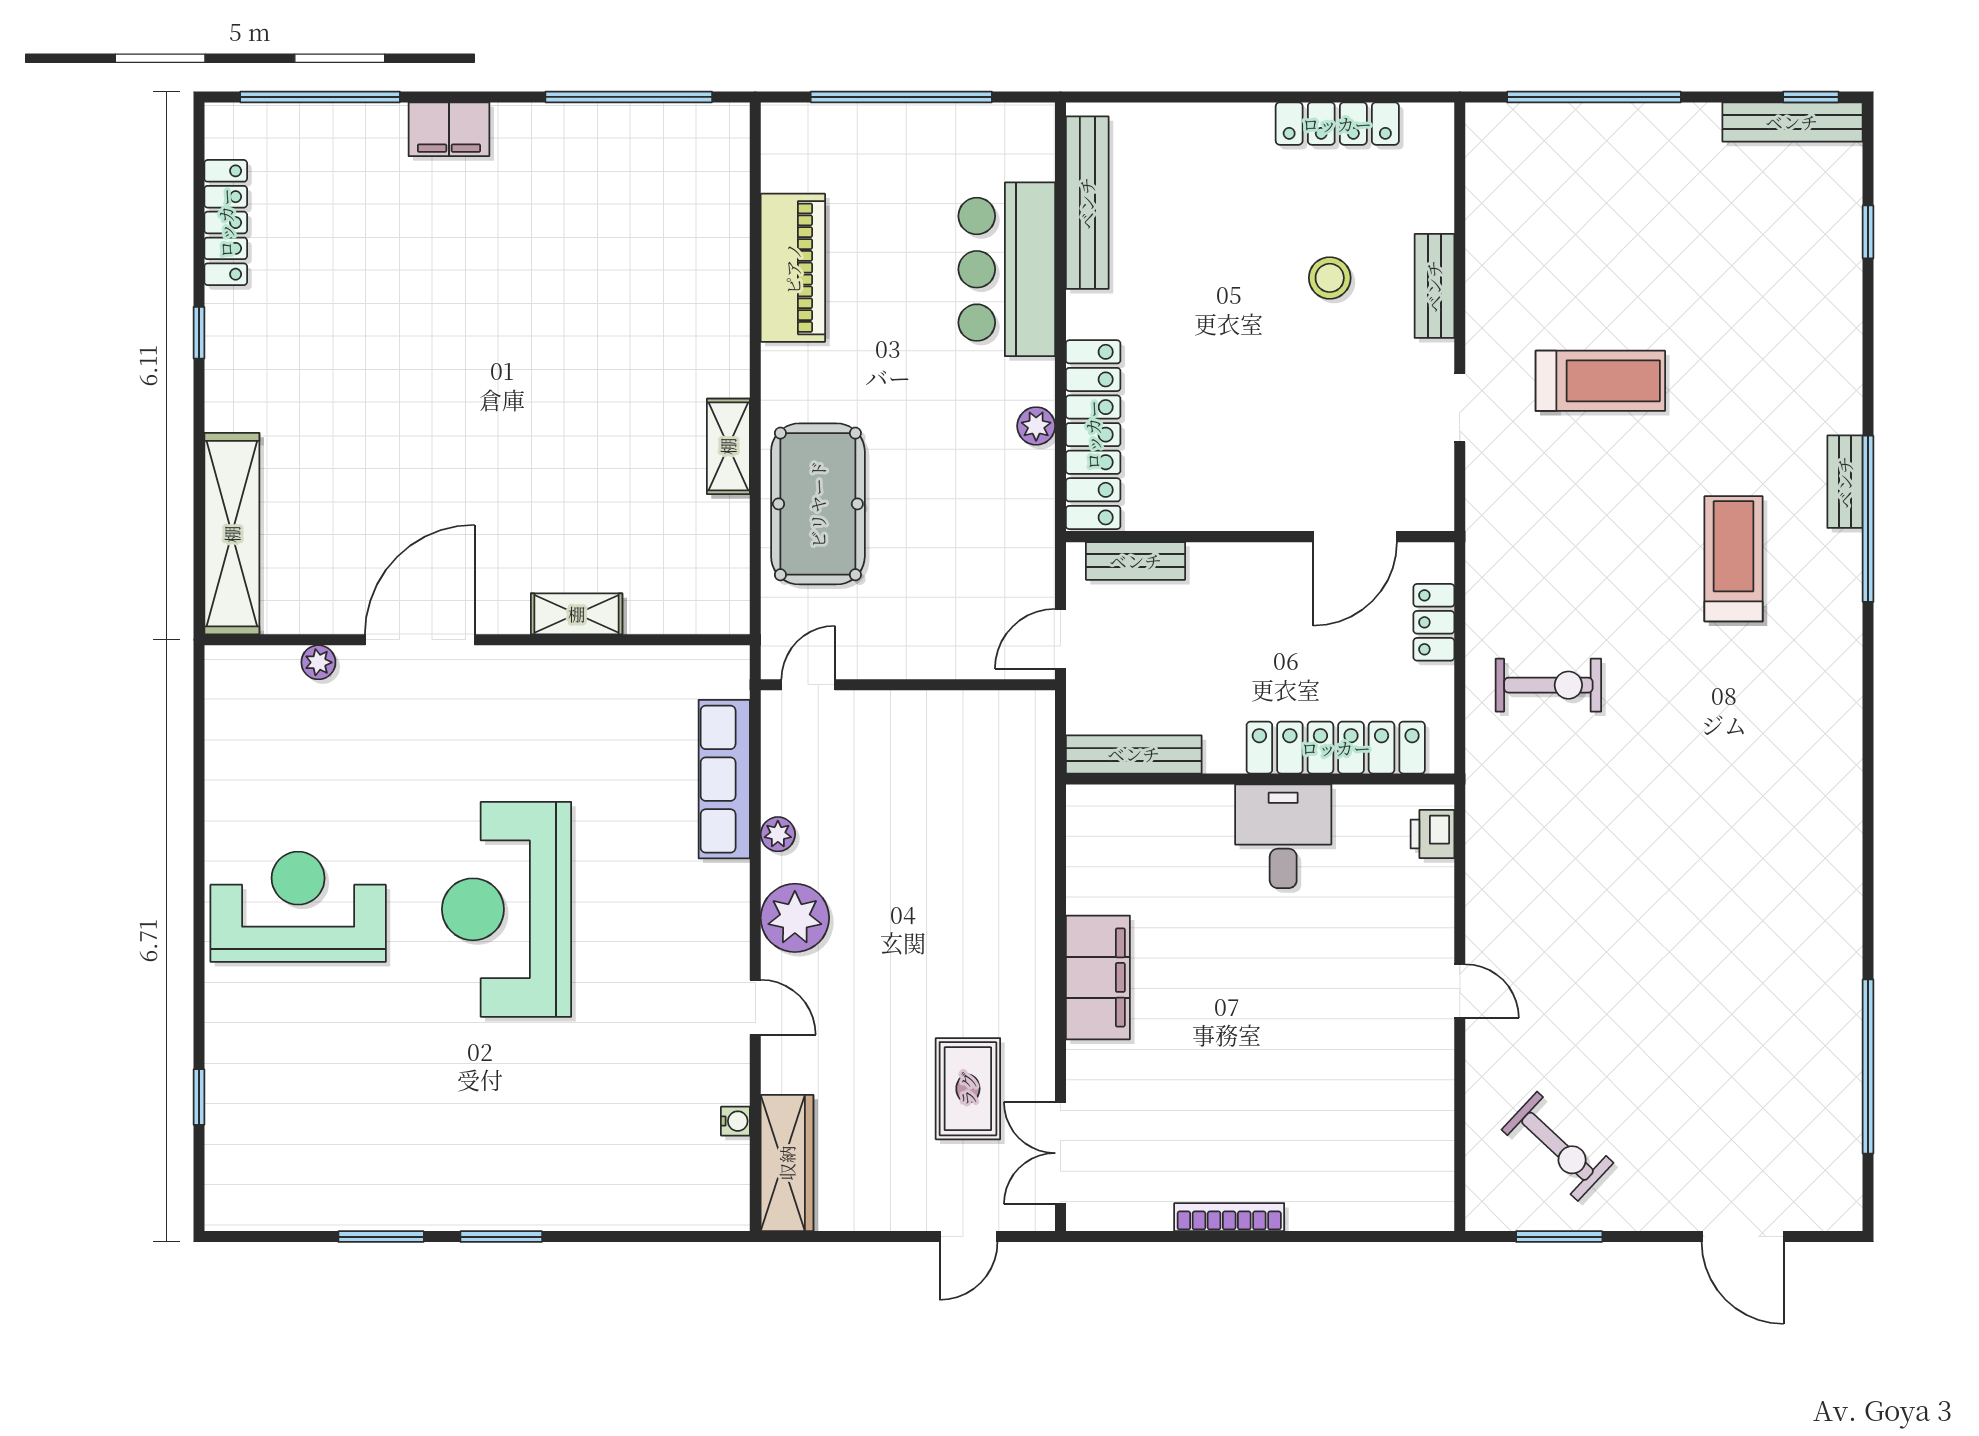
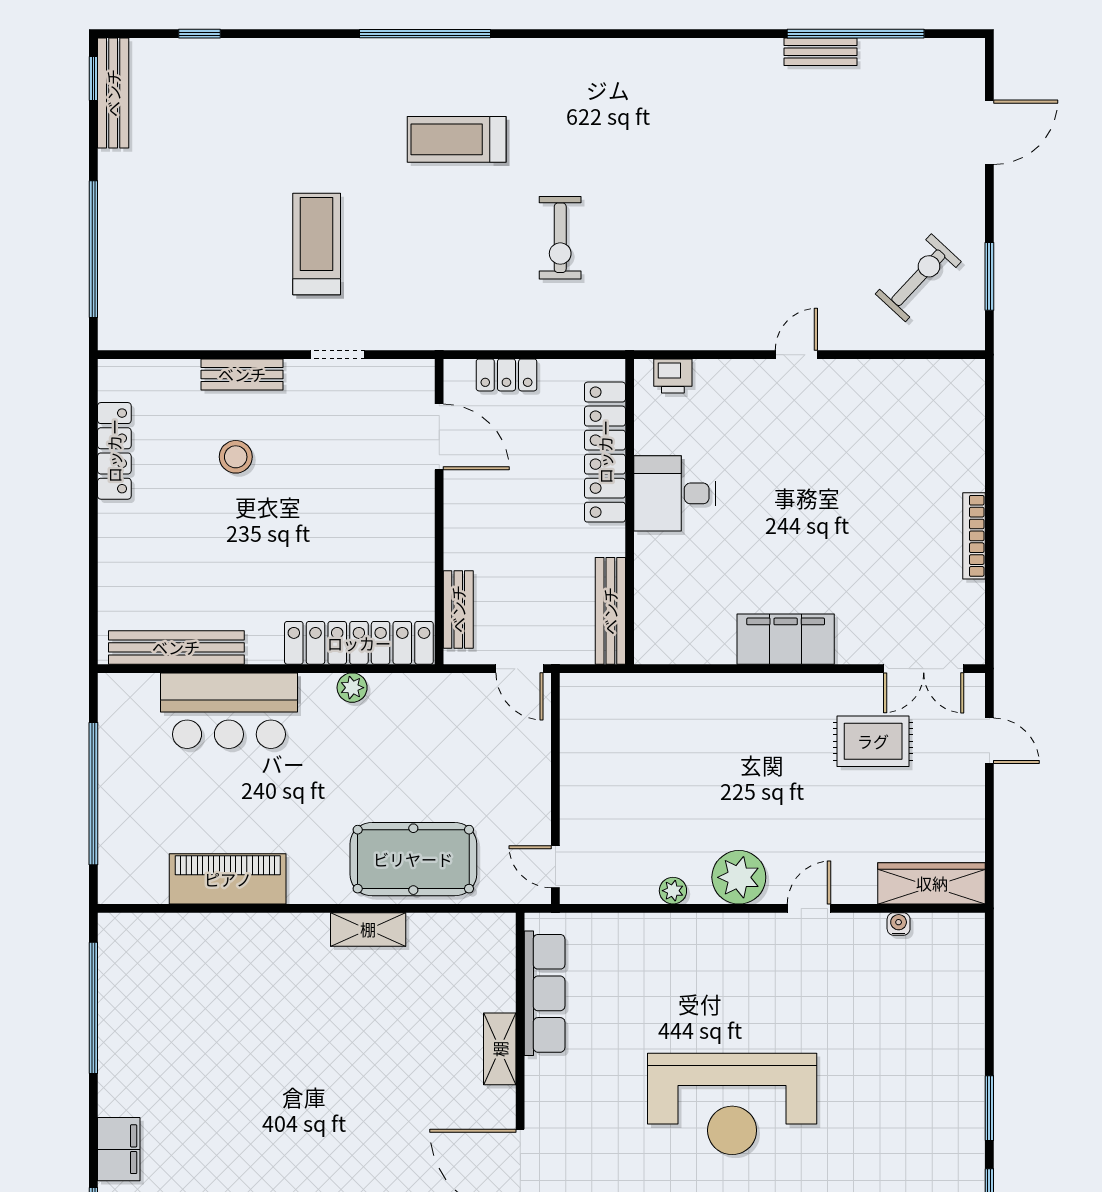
bench: (1845, 482) -> (821, 52), moved
exercise bike: (1548, 685) -> (560, 238), moved, turned 180
row of seats: (724, 779) -> (545, 993), moved, turned -90

